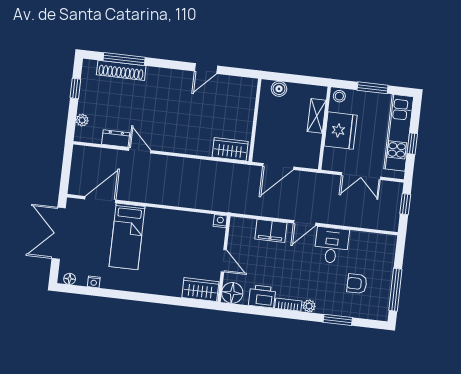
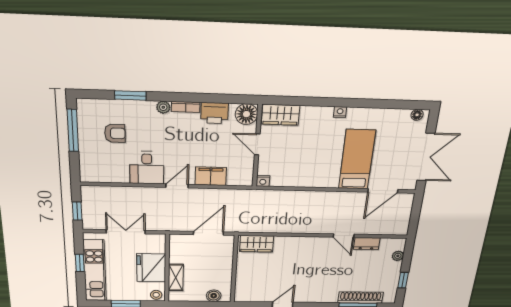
nightstand: (94, 282) -> (340, 112), moved

